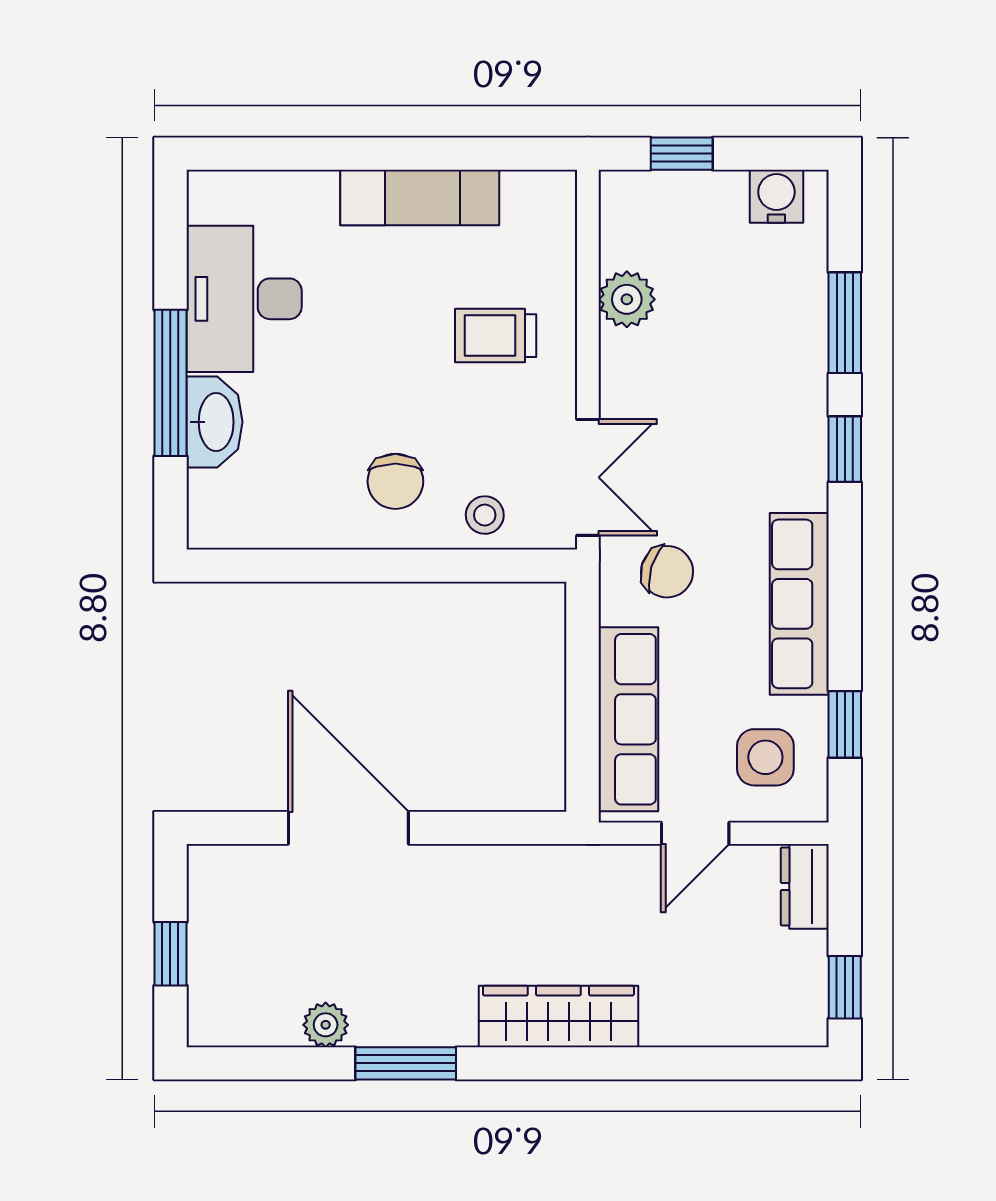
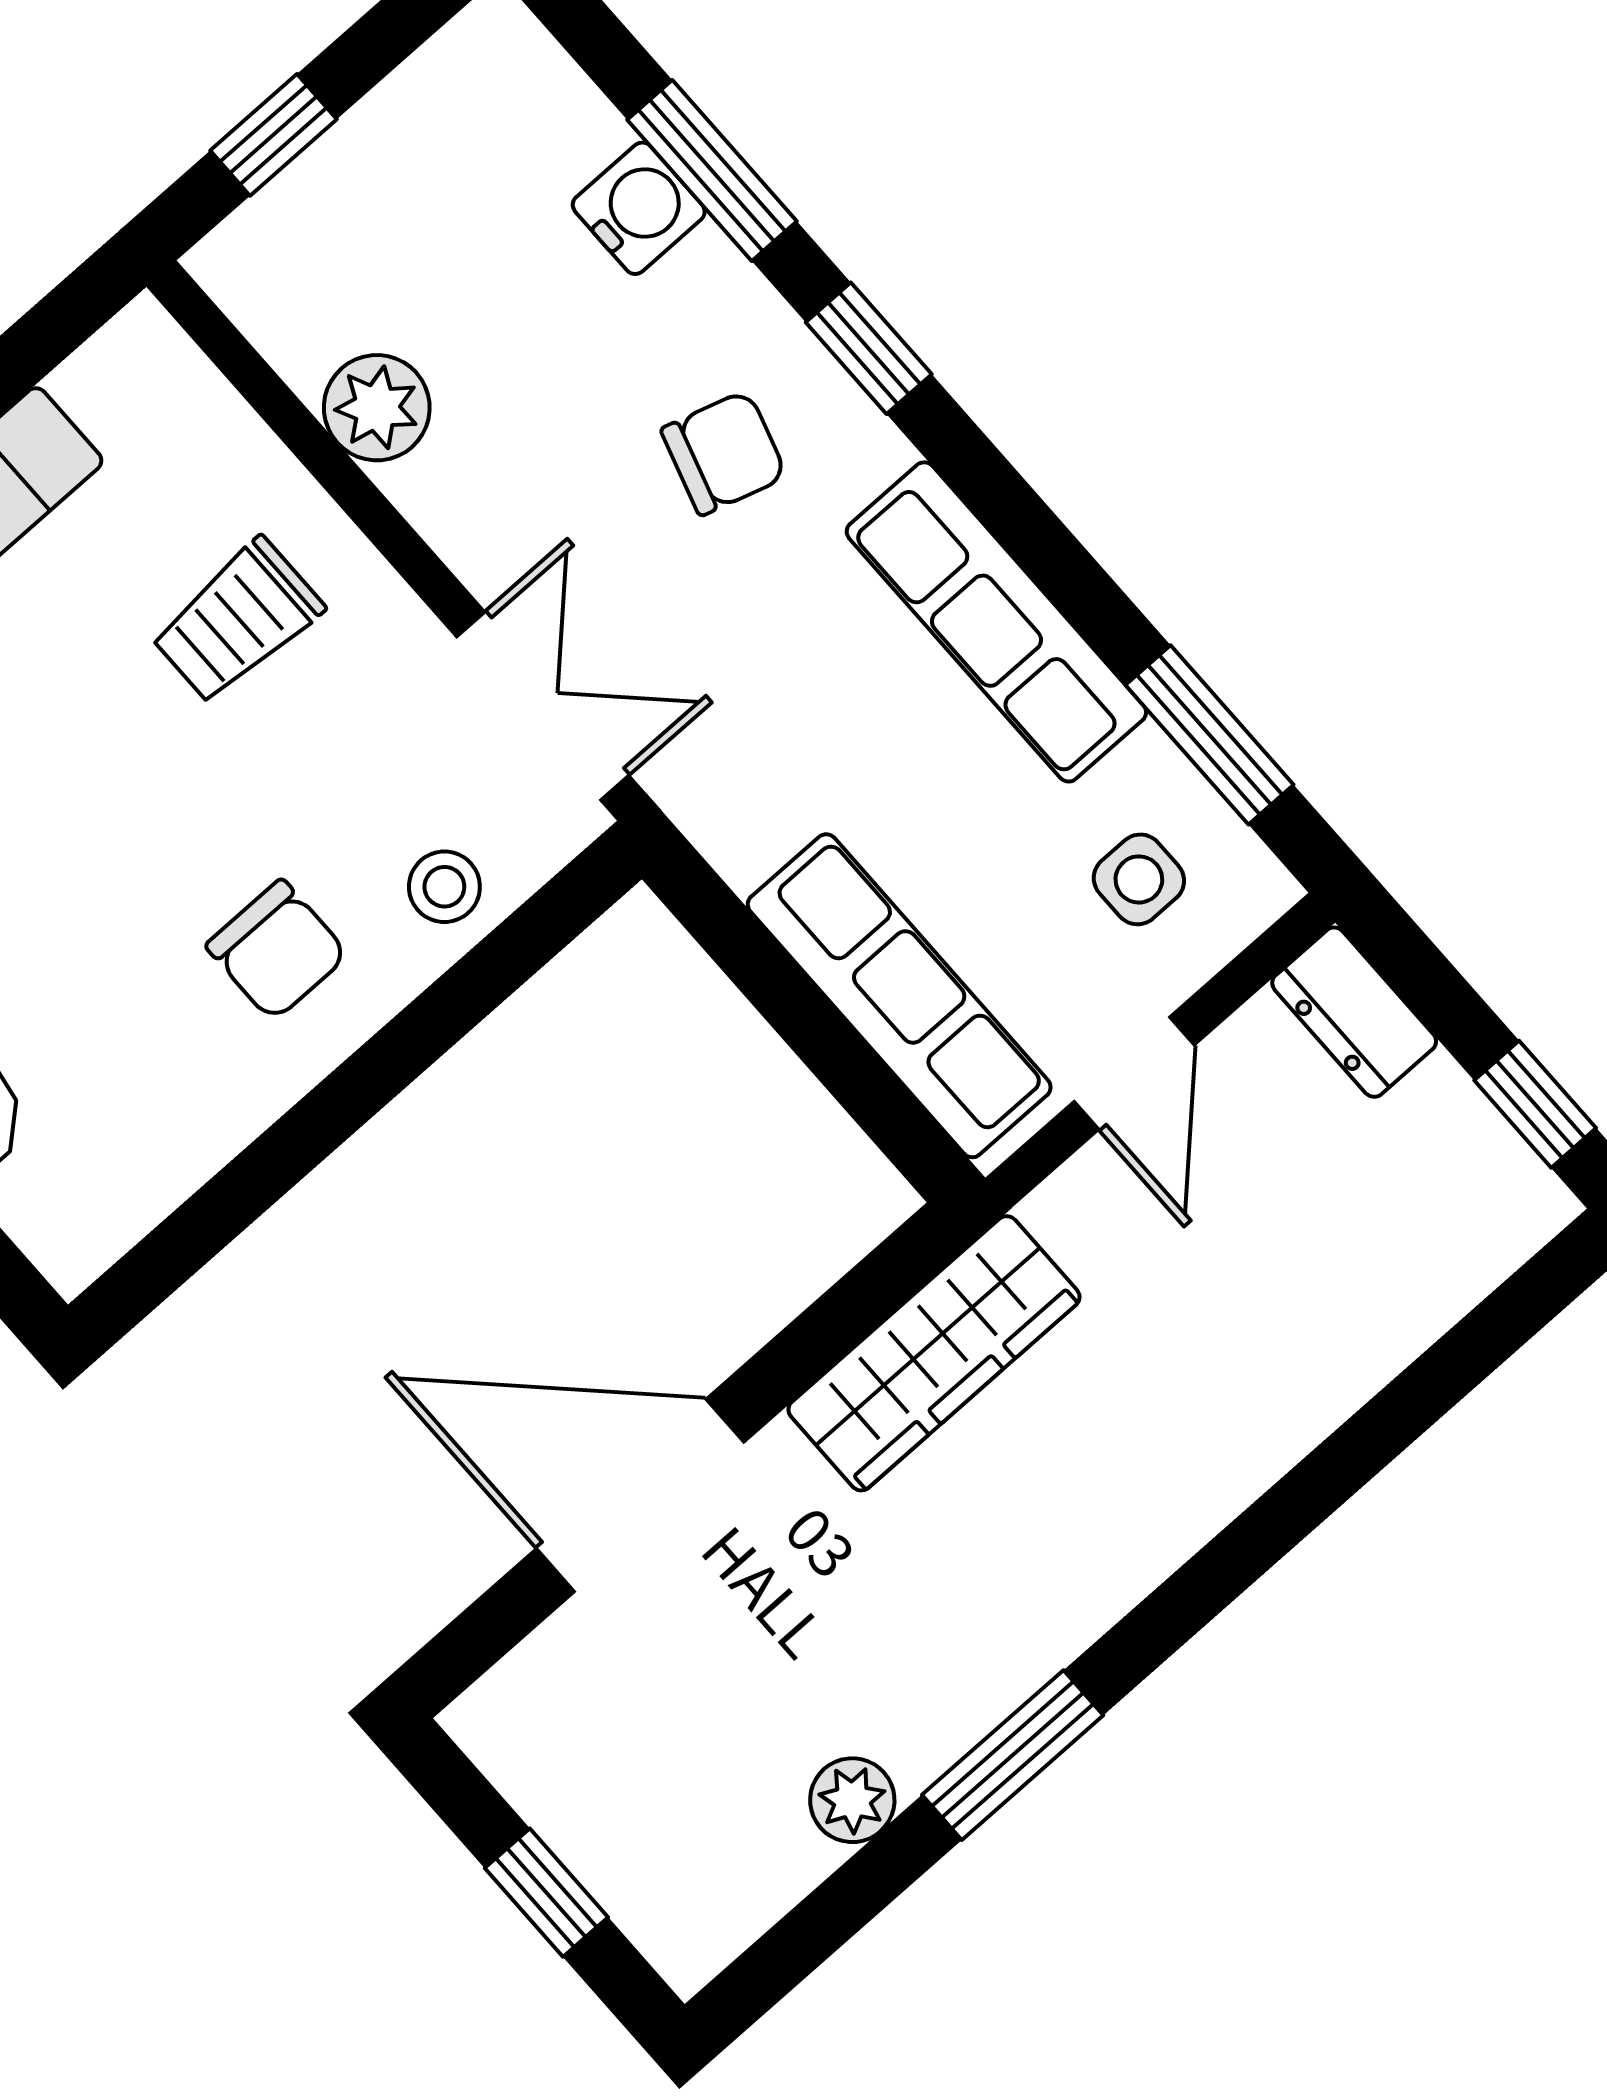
water cooler: (776, 196) -> (639, 208), moved, turned 90
chair: (667, 572) -> (724, 453), moved
window: (845, 724) -> (1210, 735), width x1.50
side table: (765, 757) -> (1139, 879), width x0.73, depth x0.73
wardrobe: (558, 1016) -> (934, 1353), moved, turned 180

